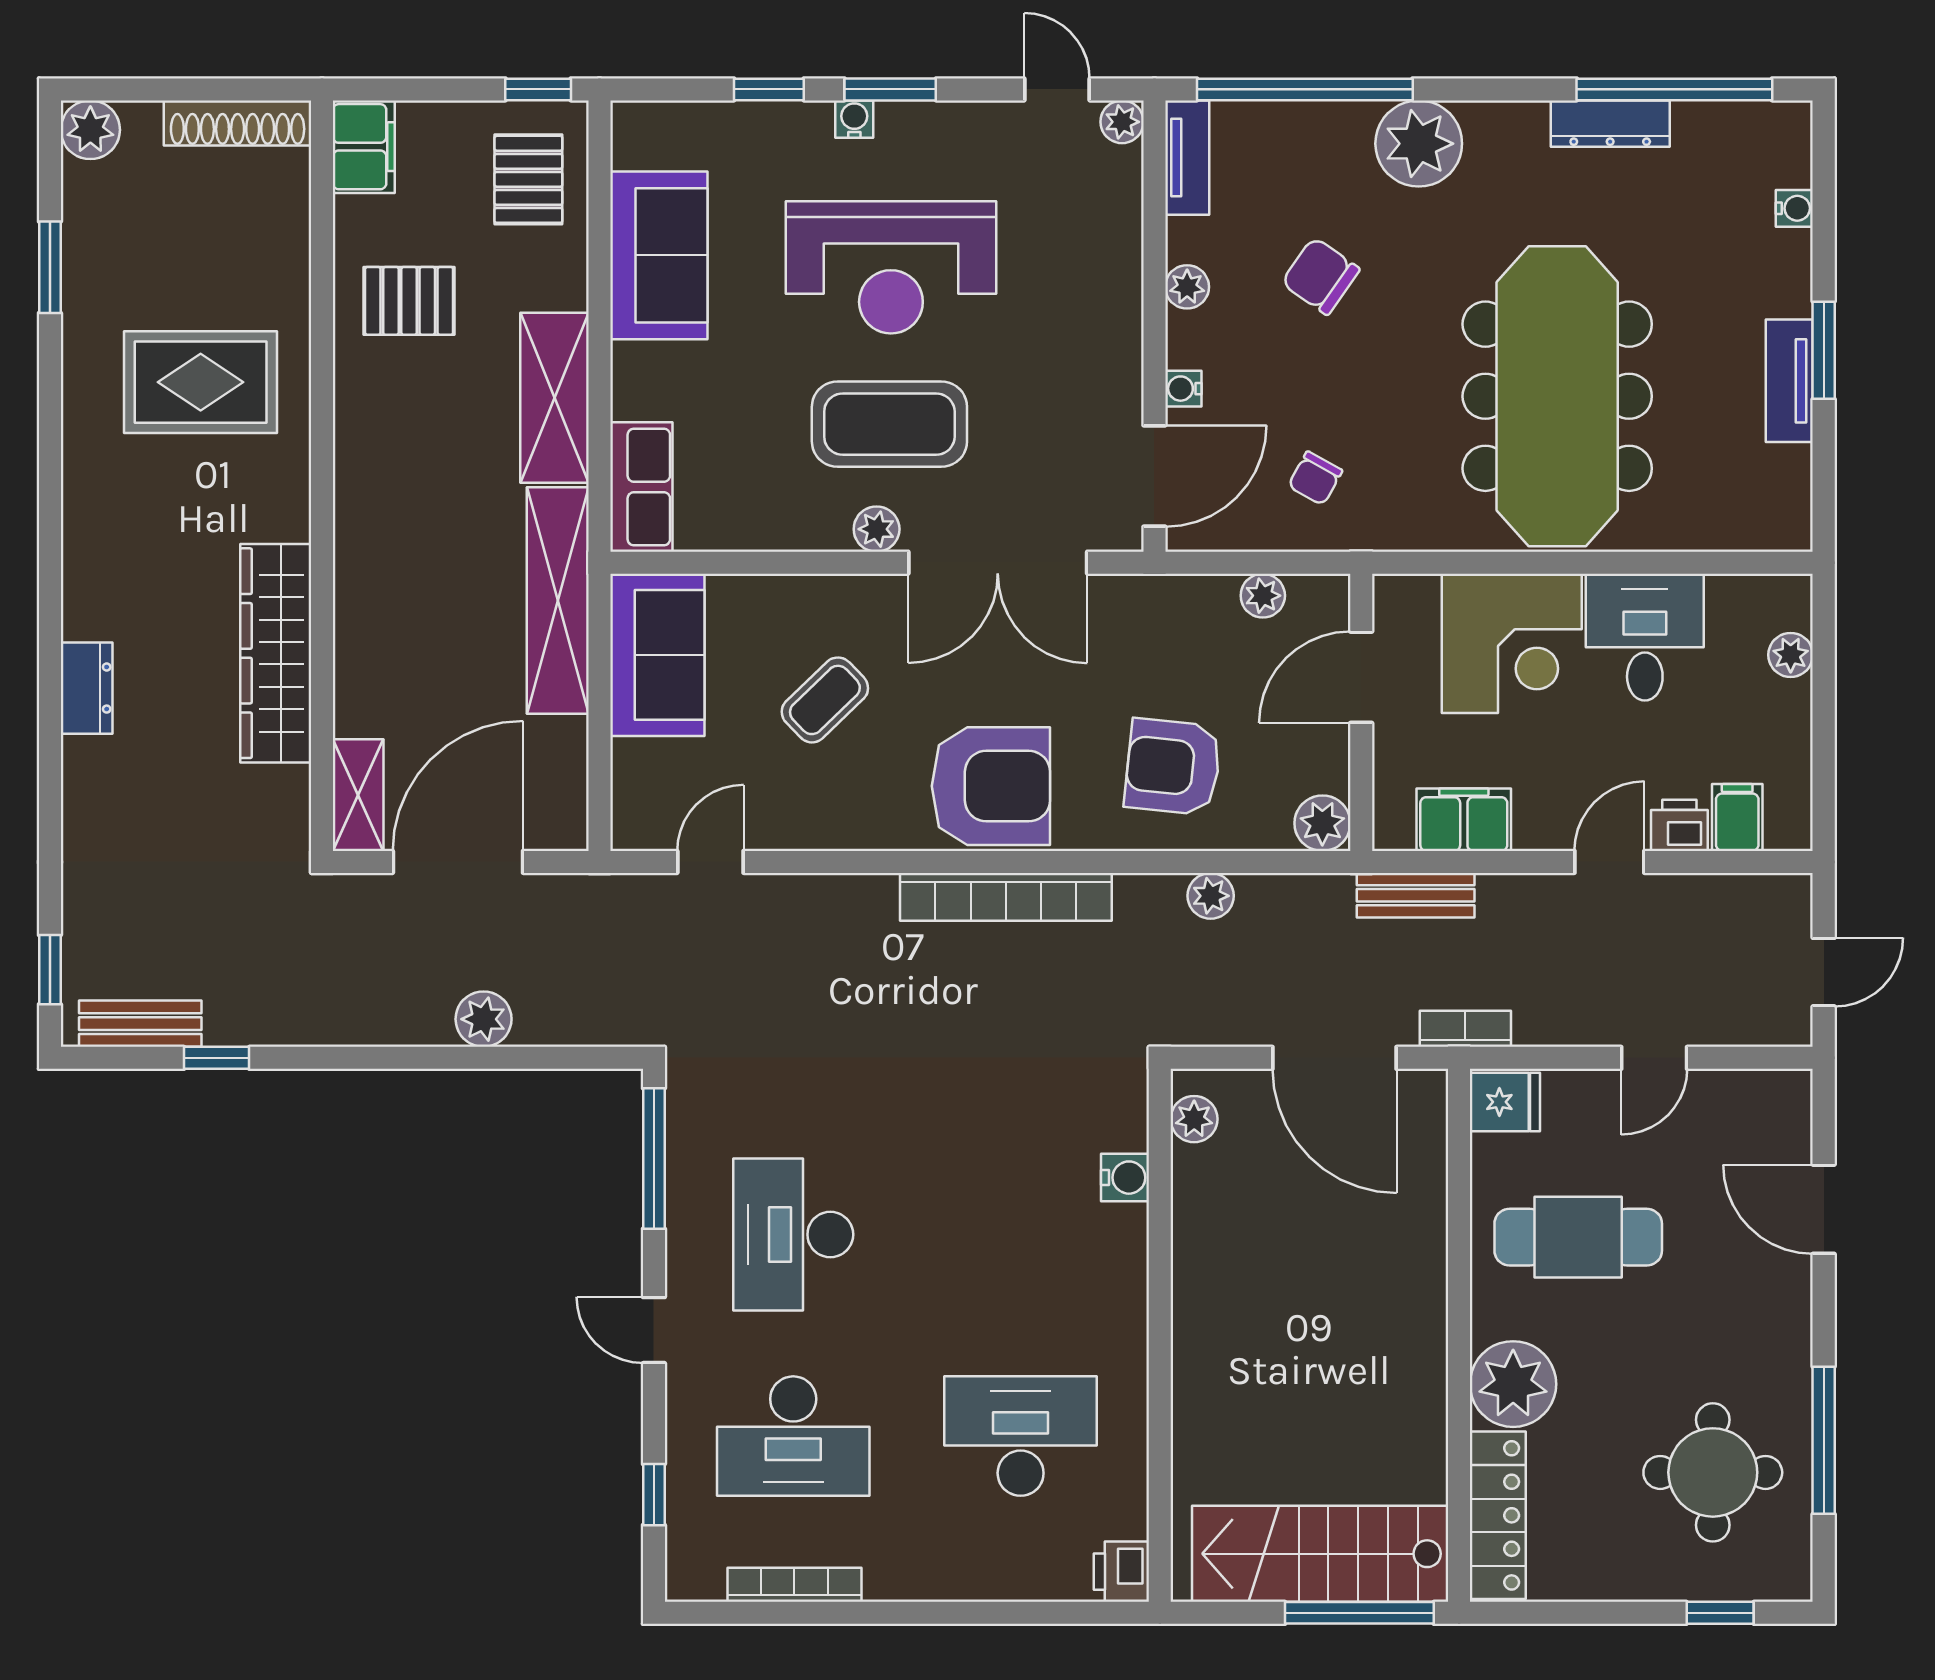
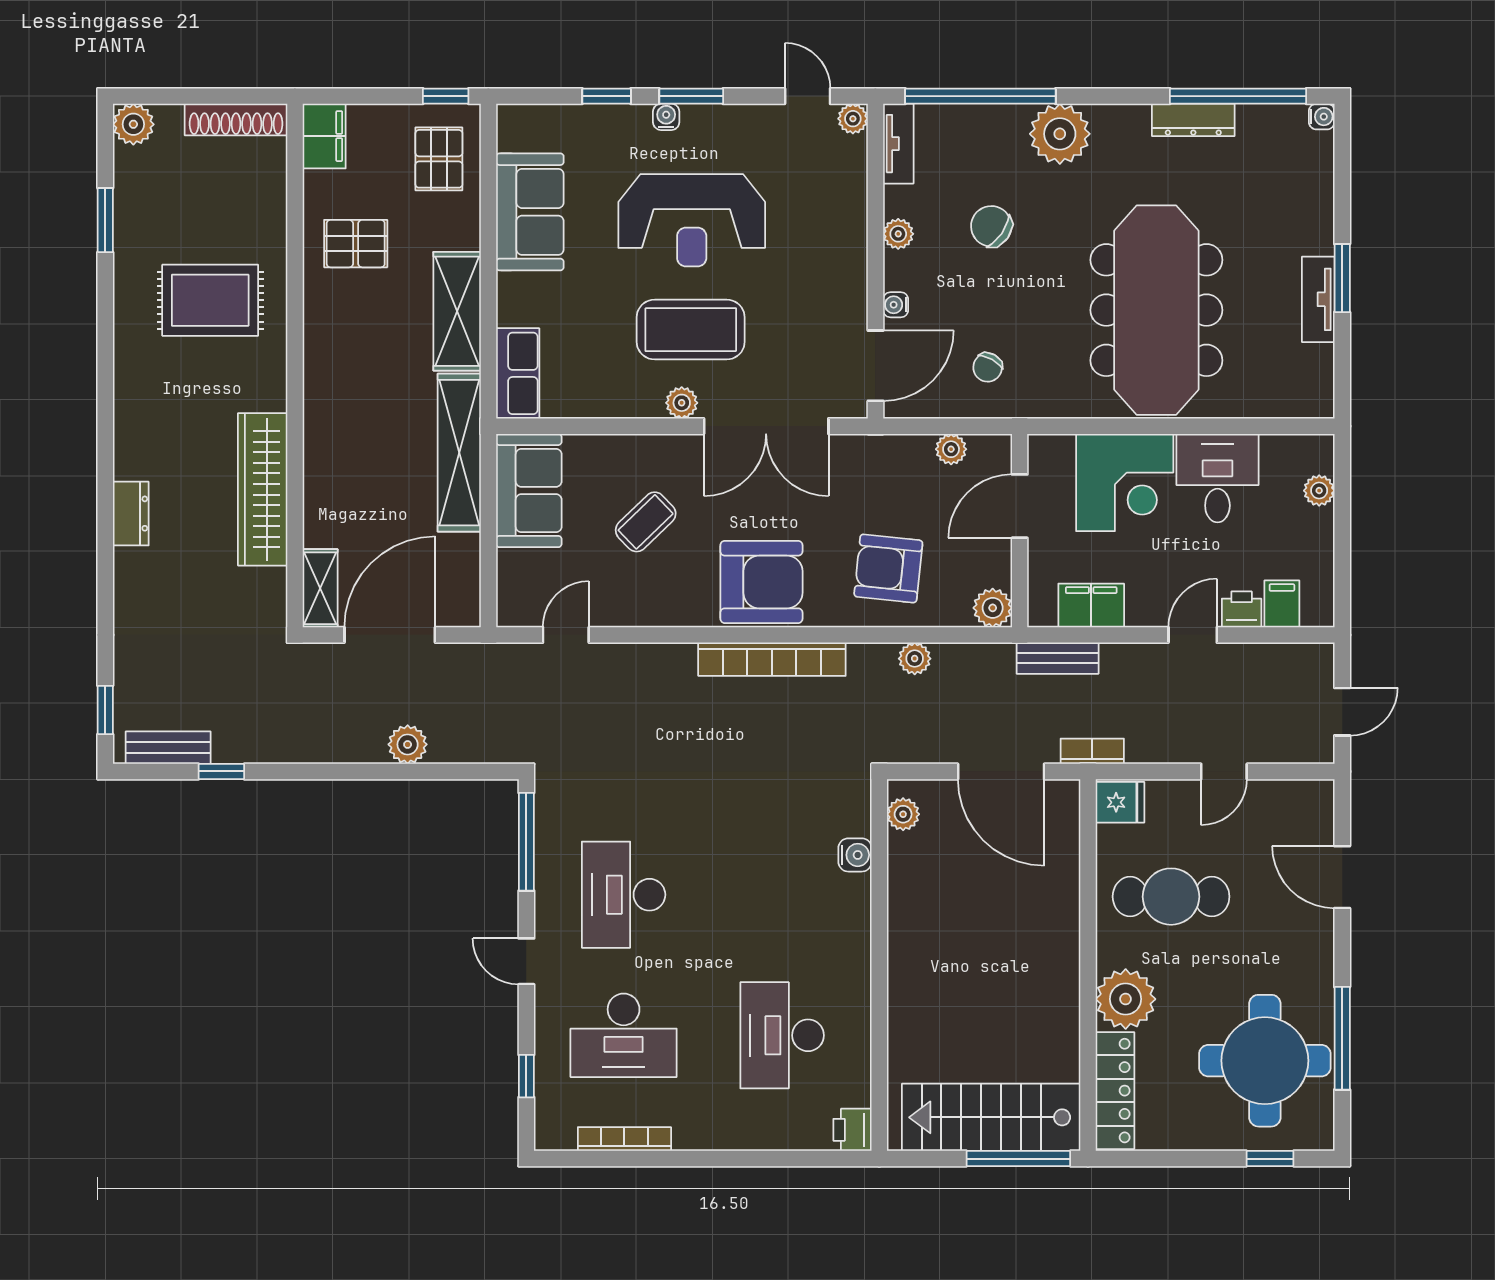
water cooler: (1794, 208) -> (1322, 117), moved
desk: (1021, 1436) -> (782, 1035), turned -90
round table: (1713, 1472) -> (1265, 1061), width x1.36, depth x1.36

